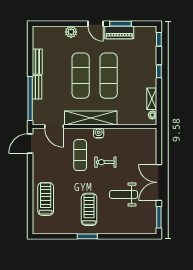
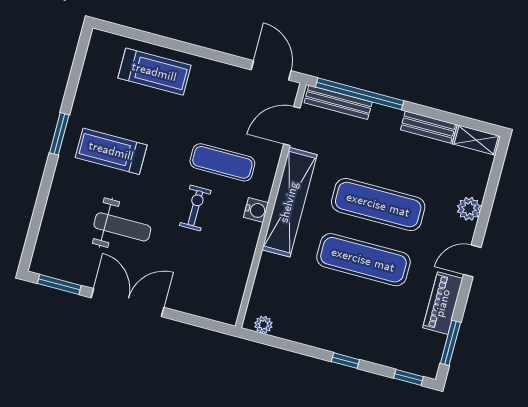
window: (120, 24) -> (450, 343), moved
bench: (37, 87) -> (338, 102), moved, width x1.36
shelving: (152, 99) -> (476, 140), moved
weight bench: (124, 195) -> (122, 227), turned 90
treadmill: (89, 209) -> (111, 151), turned 180

